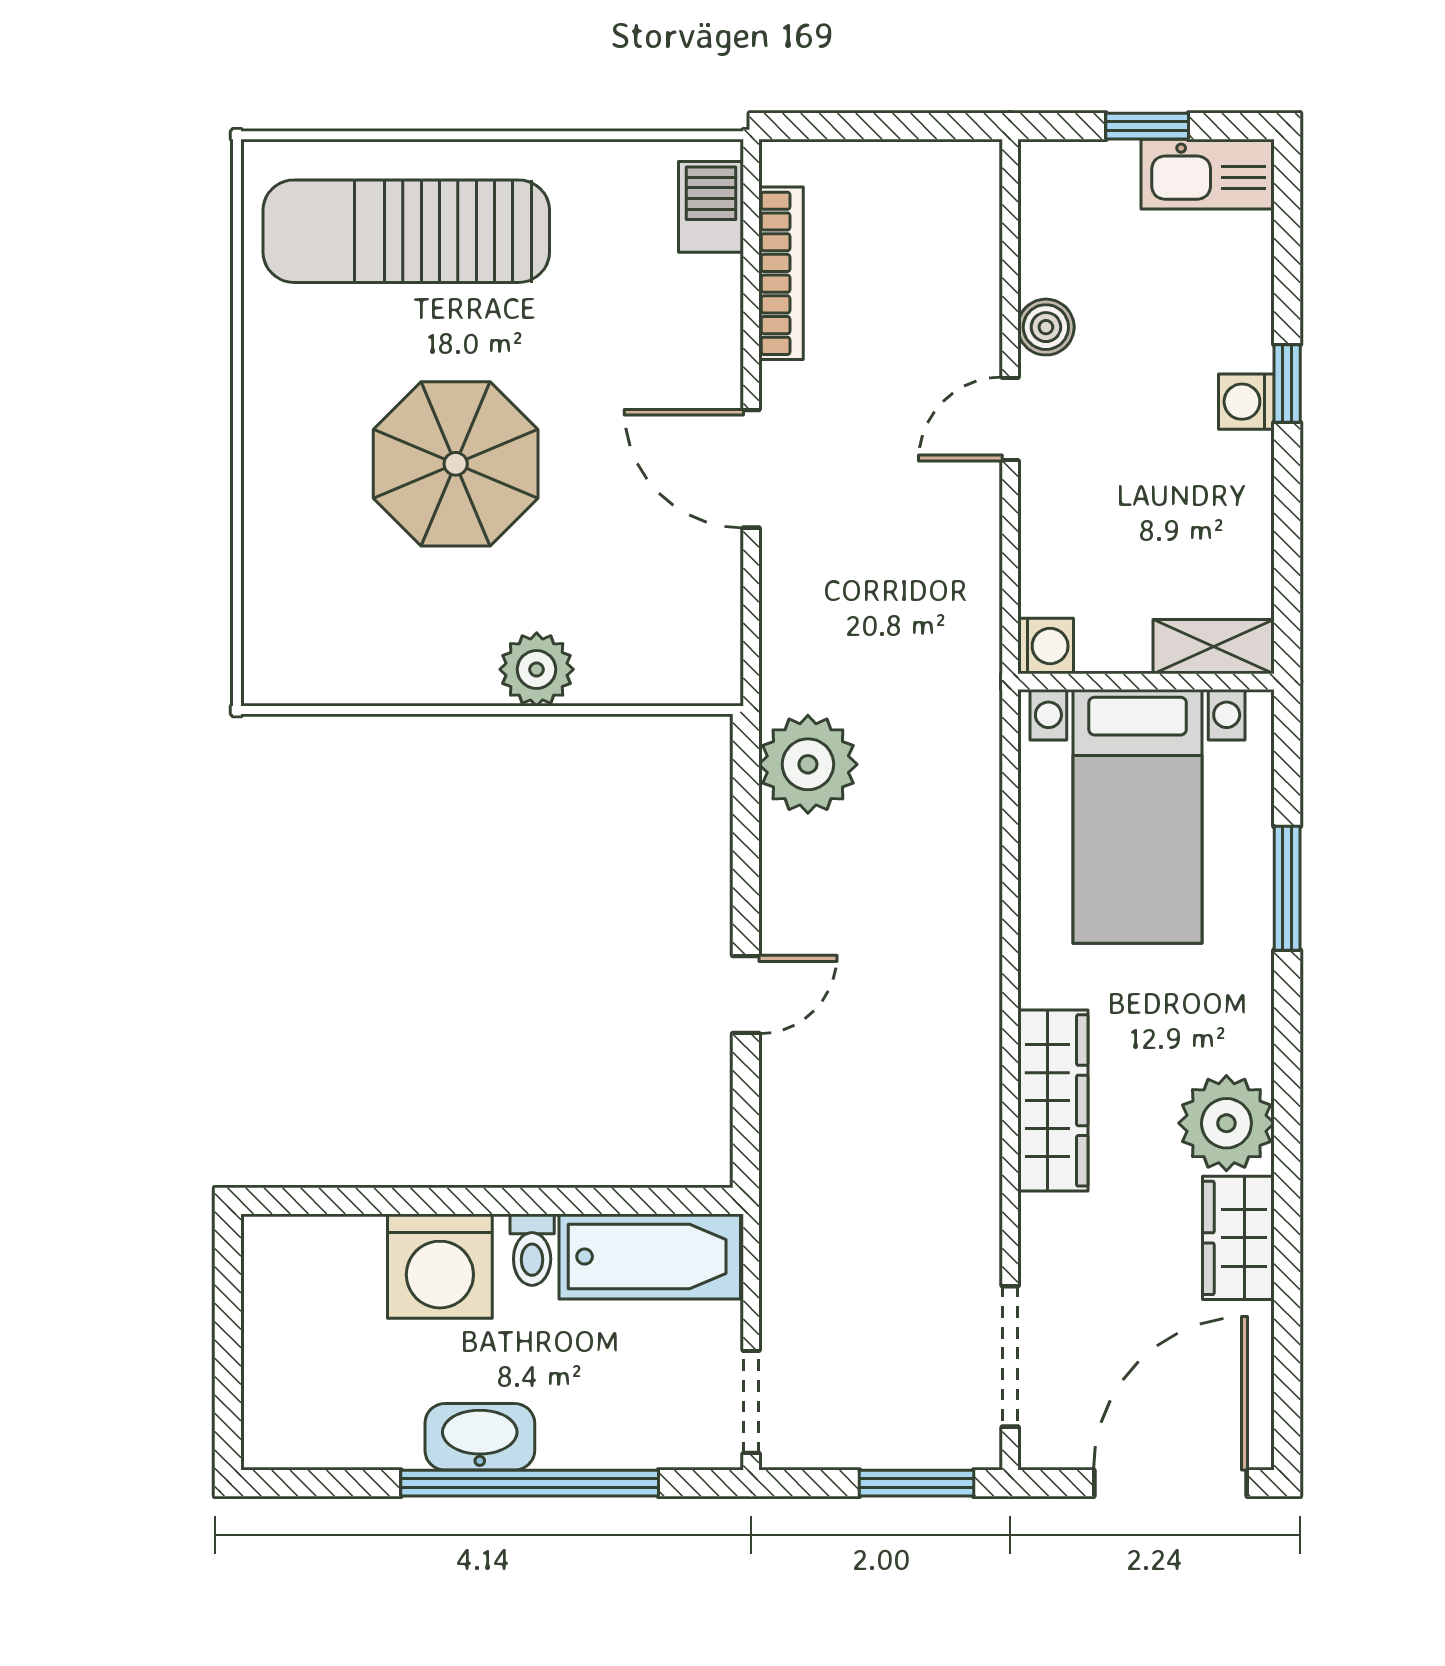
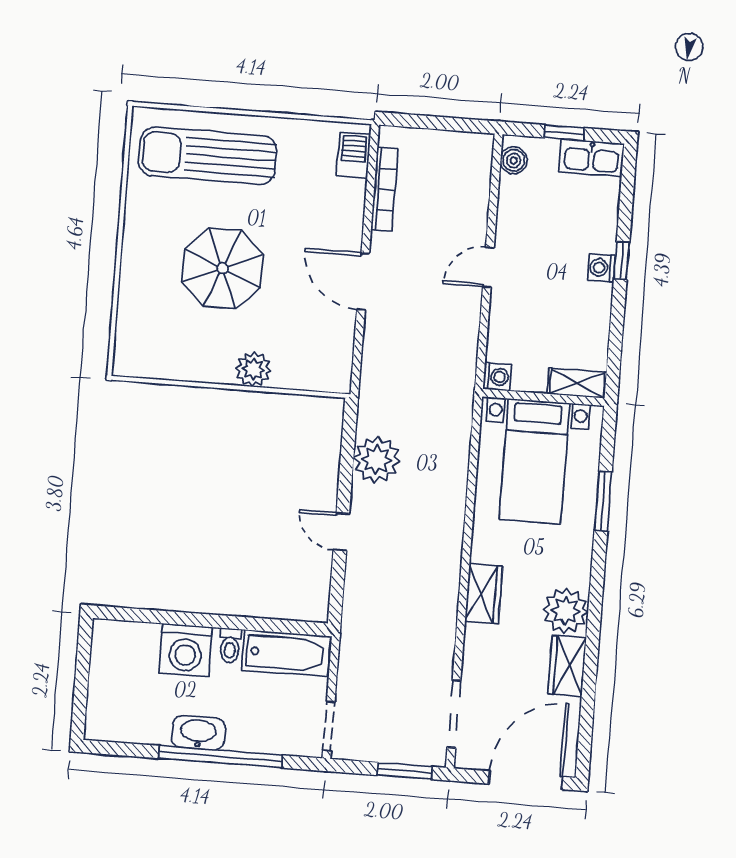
boiler: (1046, 327) -> (514, 160), moved
plant: (808, 764) -> (377, 460), moved
door: (746, 995) -> (341, 532), swing flipped
wardrobe: (1053, 1100) -> (484, 594), width x0.67

